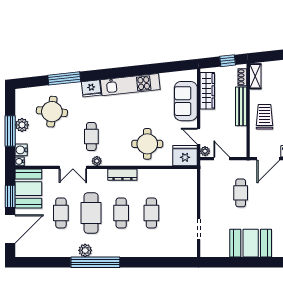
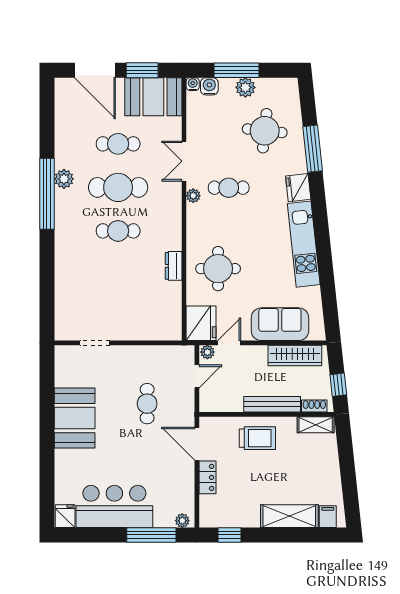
dresser: (122, 175) -> (174, 266), moved, width x0.70
cafe table: (241, 193) -> (147, 404), turned 90
cafe table: (151, 213) -> (118, 274), removed

